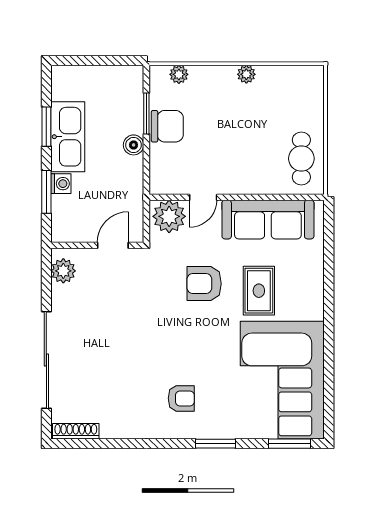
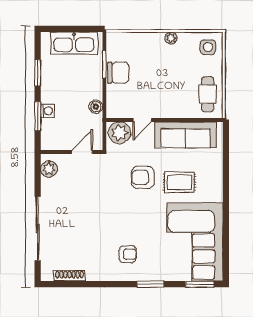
plant: (179, 74) -> (126, 38), removed
side table: (302, 88) -> (208, 47), added
kitchen sink: (68, 137) -> (74, 43), moved, turned 90
boiler: (134, 145) -> (96, 107), moved
rug: (259, 291) -> (179, 182), turned 90
shoe rack: (76, 431) -> (69, 276), moved

